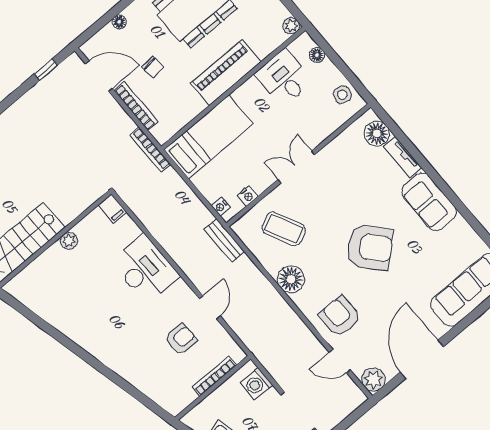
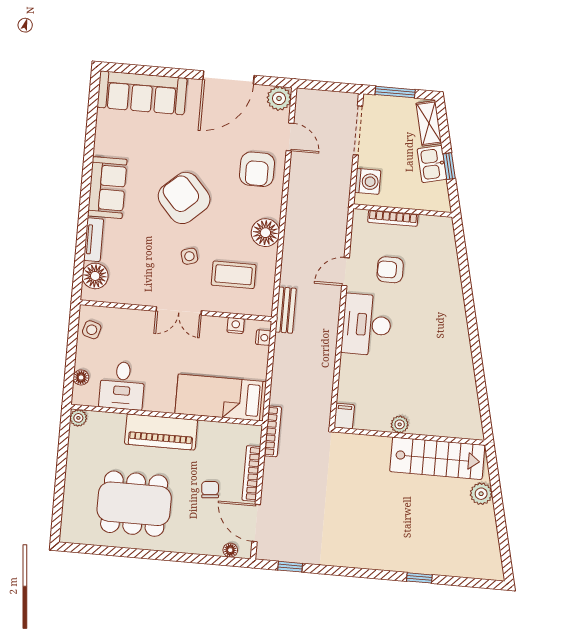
floor lamp: (119, 22) -> (230, 550), moved
side table: (326, 211) -> (189, 256), added
coffee table: (284, 229) -> (234, 275), turned -64
desk: (145, 269) -> (367, 325), moved

